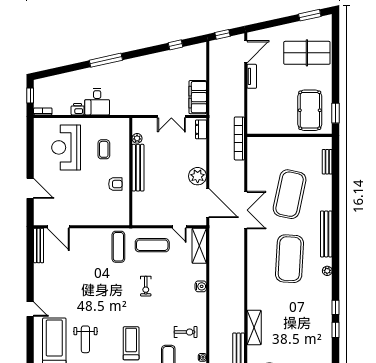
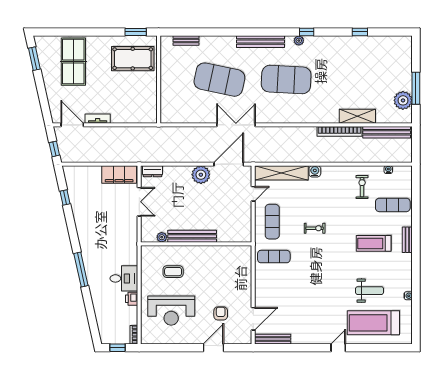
bookcase: (239, 138) -> (340, 131), moved
armchair: (115, 184) -> (221, 313), moved
shelving: (199, 246) -> (281, 173), width x1.47
window: (336, 307) -> (307, 32), moved

